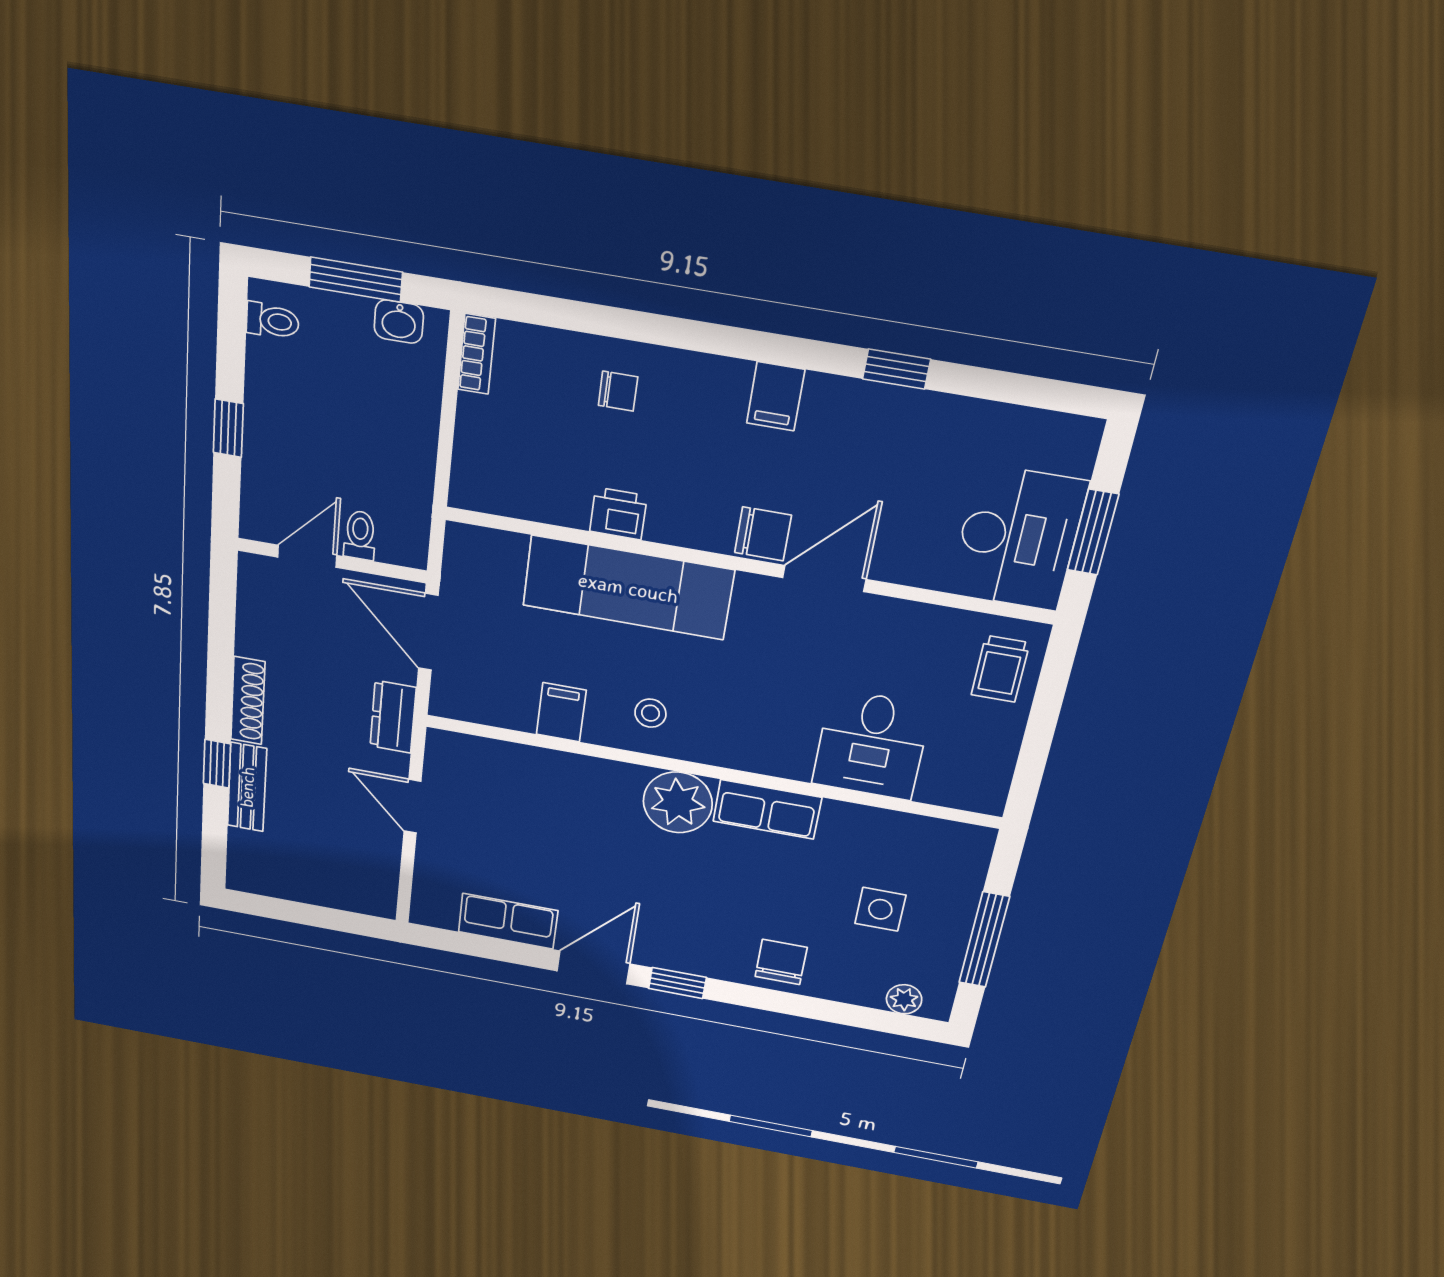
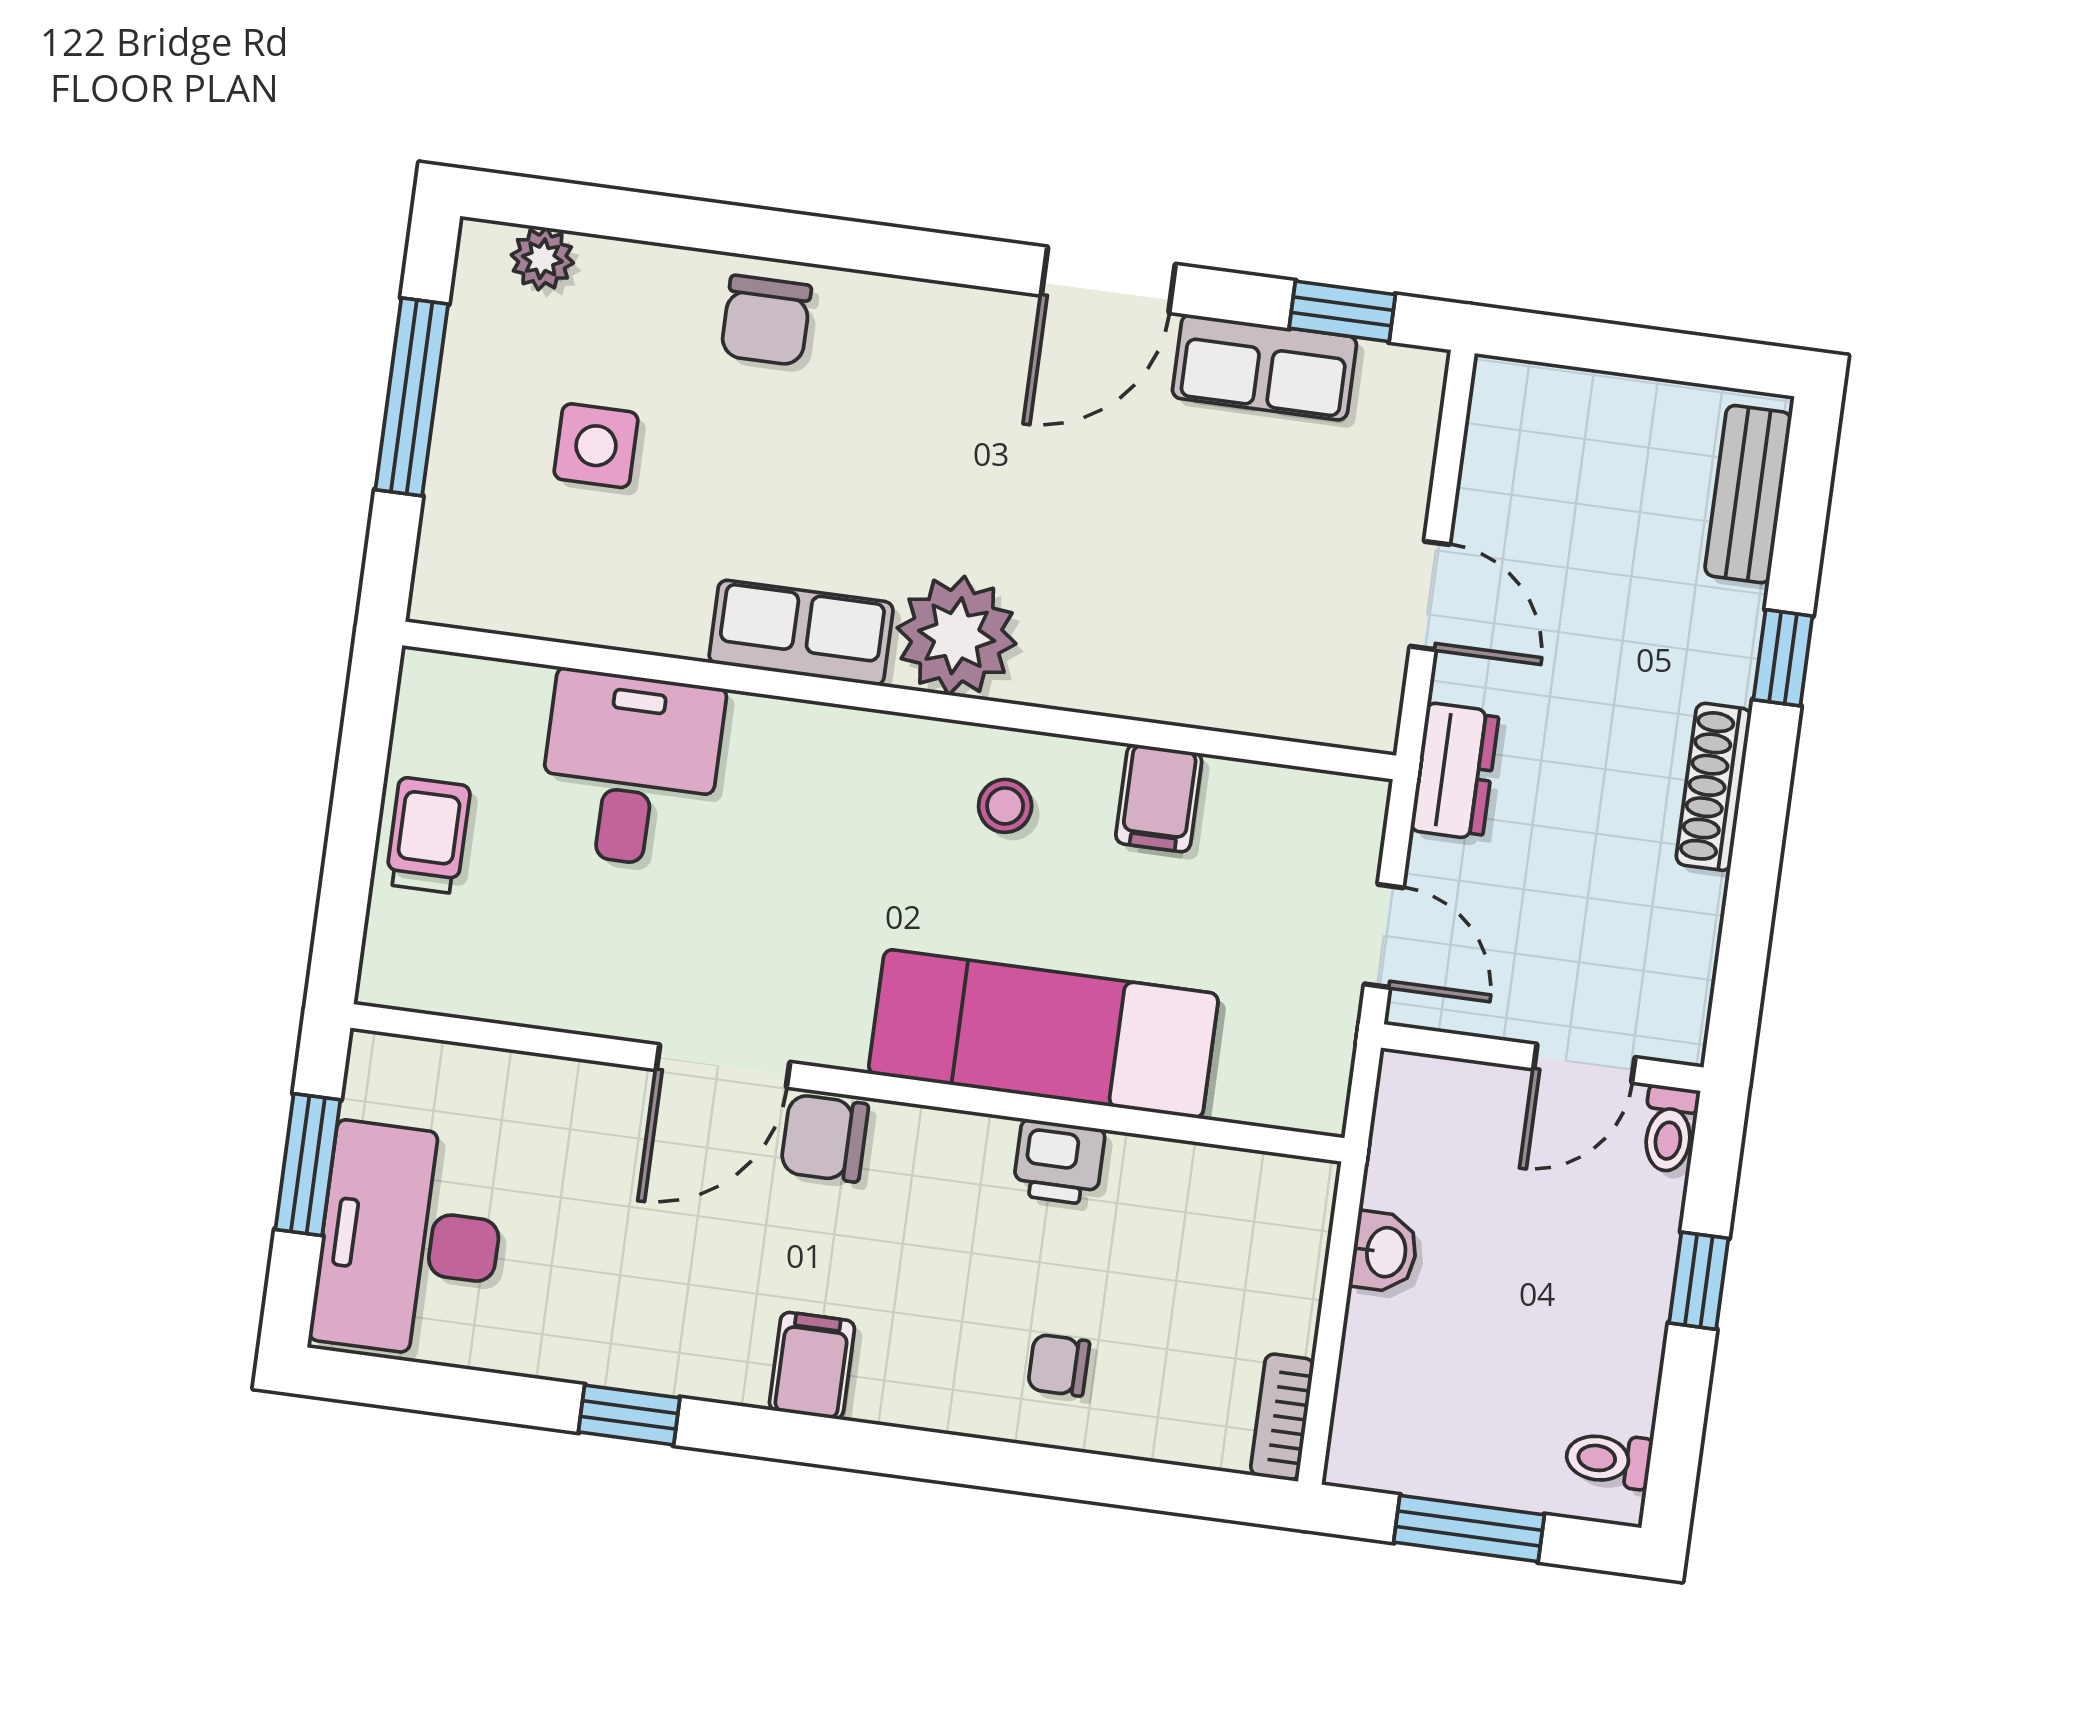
washbasin: (399, 322) -> (1384, 1252), moved, turned 90
toilet: (360, 535) -> (1669, 1129), moved
desk: (1018, 538) -> (410, 1241), moved
door: (428, 632) -> (1384, 936), width x0.73
trolley: (1000, 669) -> (428, 835), moved
bench: (247, 787) -> (1748, 494), moved
window: (677, 983) -> (1342, 311), moved

